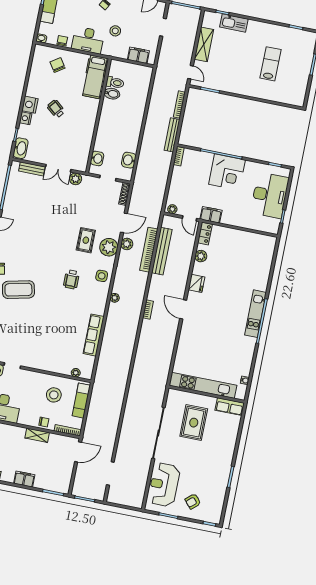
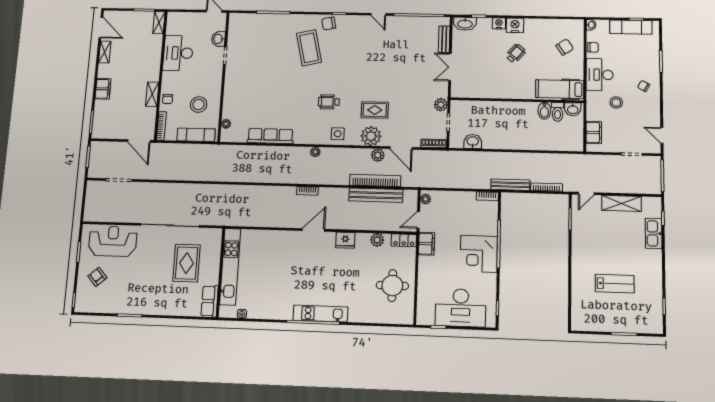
washbasin: (97, 158) -> (573, 109), moved
plant: (76, 179) -> (441, 105), moved
round table: (242, 249) -> (392, 286), added
rug: (194, 423) -> (187, 263), turned 90

